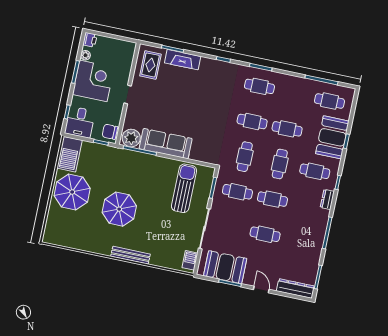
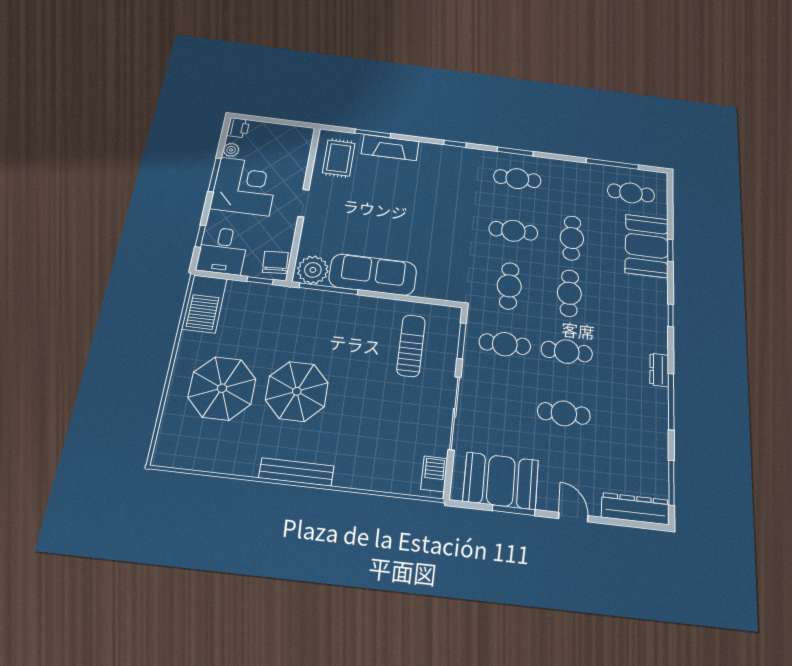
cafe table: (287, 129) -> (572, 238), turned 90
chair: (110, 132) -> (275, 262), turned 86
cafe table: (315, 171) -> (629, 301), removed
sun lounger: (184, 188) -> (411, 346), width x0.73, depth x0.75
parasol: (72, 192) -> (222, 388), moved
dresser: (327, 199) -> (659, 370), moved
bench: (130, 255) -> (296, 472), moved

